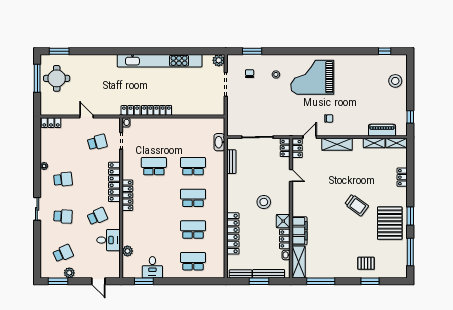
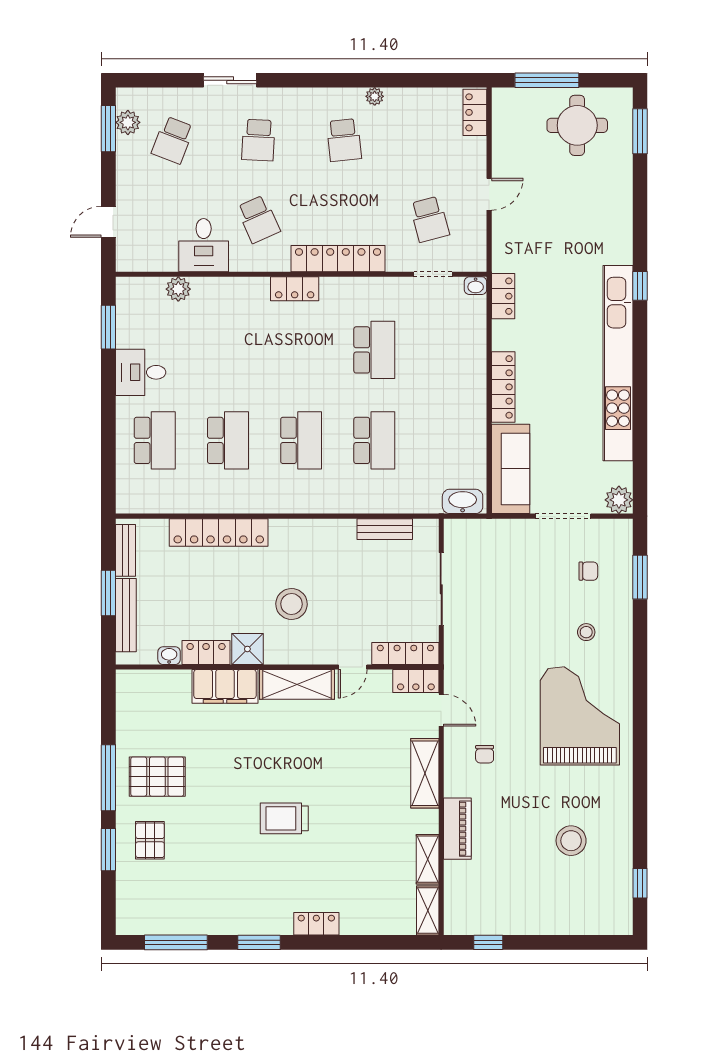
window: (126, 51) -> (640, 286), added
window: (37, 78) -> (547, 80), moved
stool: (395, 81) -> (571, 841), moved
sofa: (205, 107) -> (511, 469), added
locker: (157, 110) -> (503, 387), moved
piano: (382, 130) -> (457, 829), moved
washbasin: (219, 142) -> (463, 501), moved
locker: (285, 148) -> (405, 654), width x1.53
locker: (402, 177) -> (316, 924), moved
locker: (127, 195) -> (295, 289), width x0.66
trolley: (357, 205) -> (284, 818), turned 54
sliding door: (37, 209) -> (230, 80), moved
pallet: (390, 223) -> (157, 777), moved, width x0.73, depth x0.71
school desk: (63, 253) -> (173, 140), turned 45
shelving: (299, 262) -> (297, 684), moved
desk: (152, 267) -> (141, 372), moved
plant: (69, 273) -> (128, 122), moved
window: (321, 281) -> (108, 778), moved

